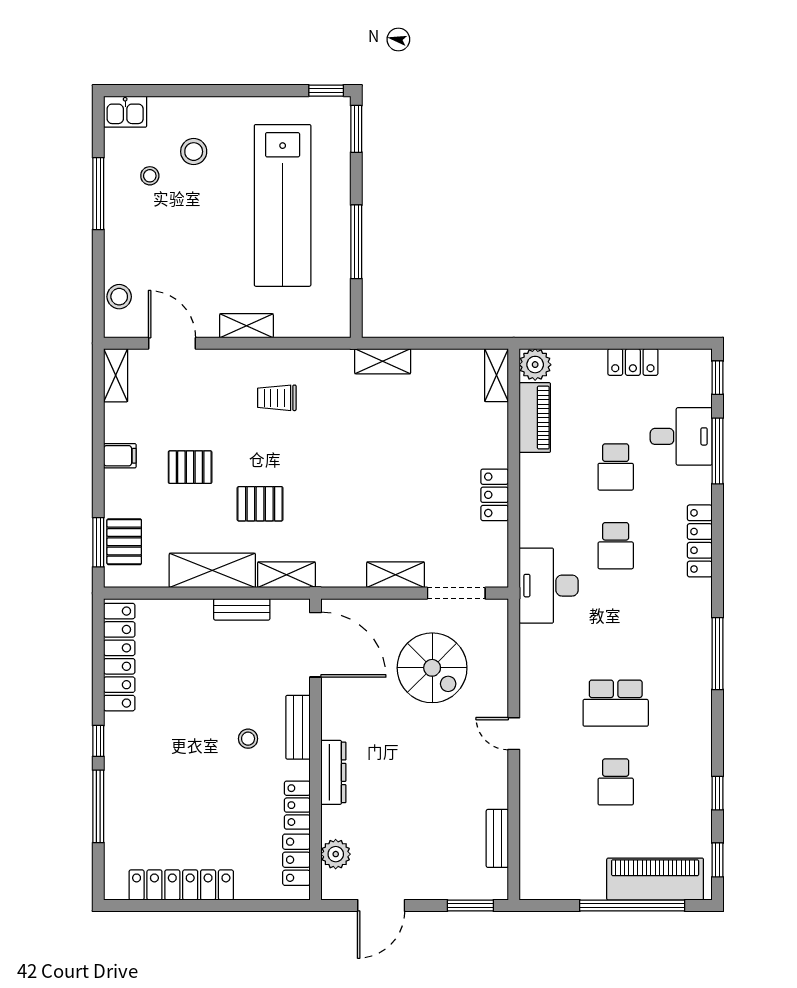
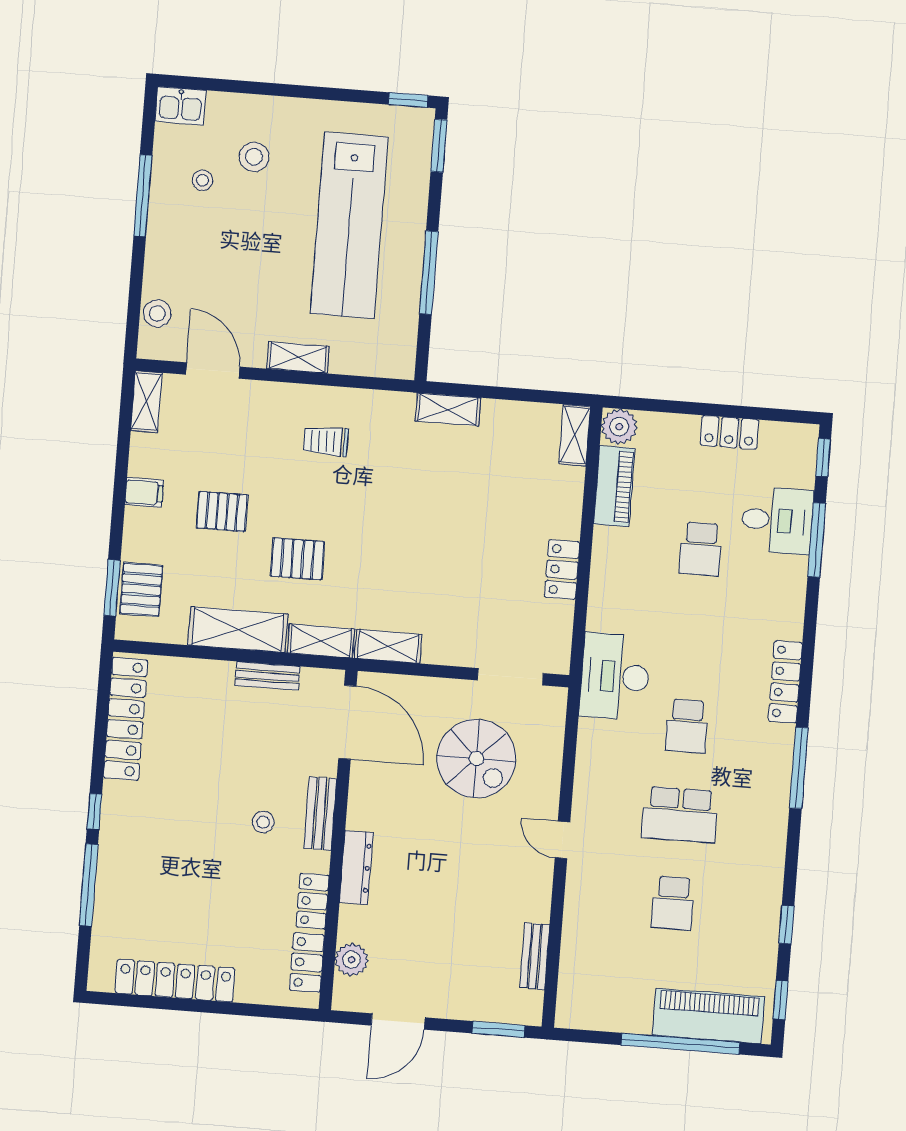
locker: (700, 541) -> (785, 682), moved
school desk: (616, 546) -> (687, 726), moved
shelving: (396, 575) -> (388, 646), moved

